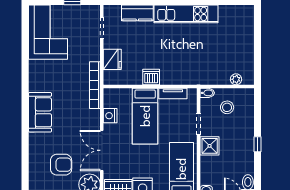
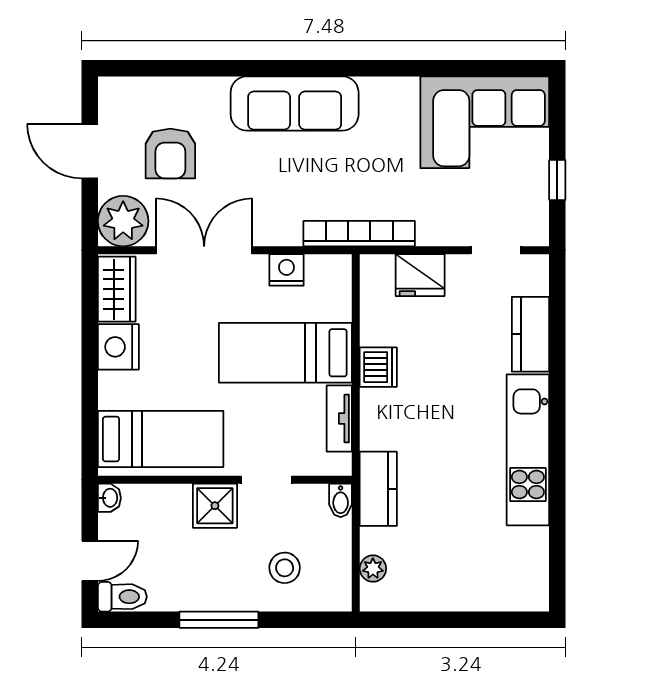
kitchen counter: (202, 77) -> (378, 489), added
stool: (227, 107) -> (285, 568), moved
sofa: (40, 112) -> (295, 103), width x1.36
window: (258, 144) -> (219, 620), width x2.17

